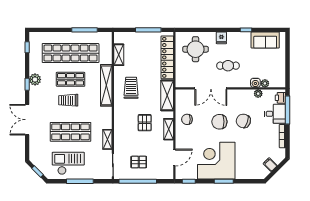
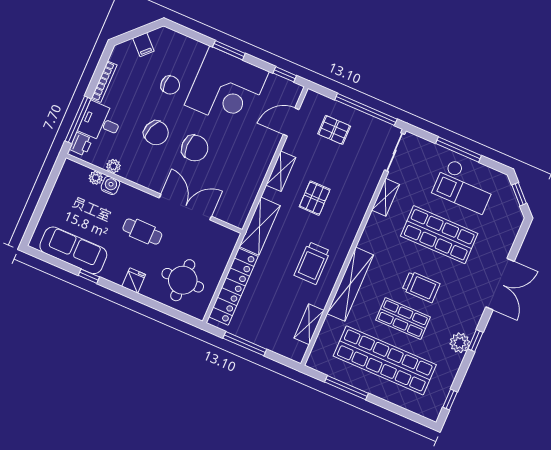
sofa: (265, 40) -> (73, 250), width x1.36
chair: (187, 119) -> (170, 85), moved
pallet: (139, 162) -> (334, 130), moved

